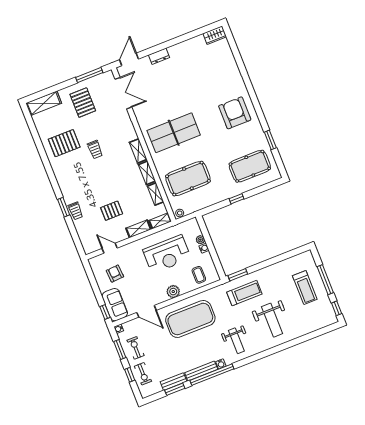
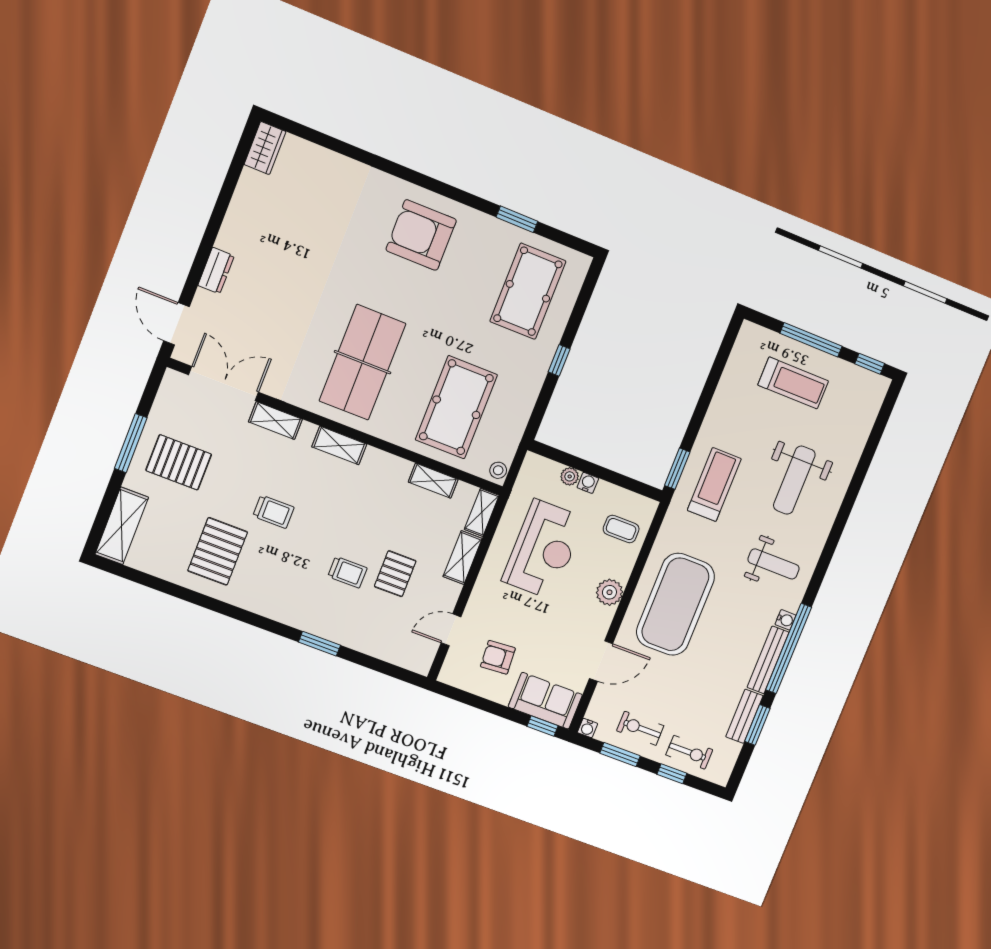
window: (89, 75) -> (131, 443), moved
shelving: (147, 173) -> (275, 421), moved
trolley: (76, 211) -> (347, 572), moved
weight bench: (272, 320) -> (794, 480), turned 90

